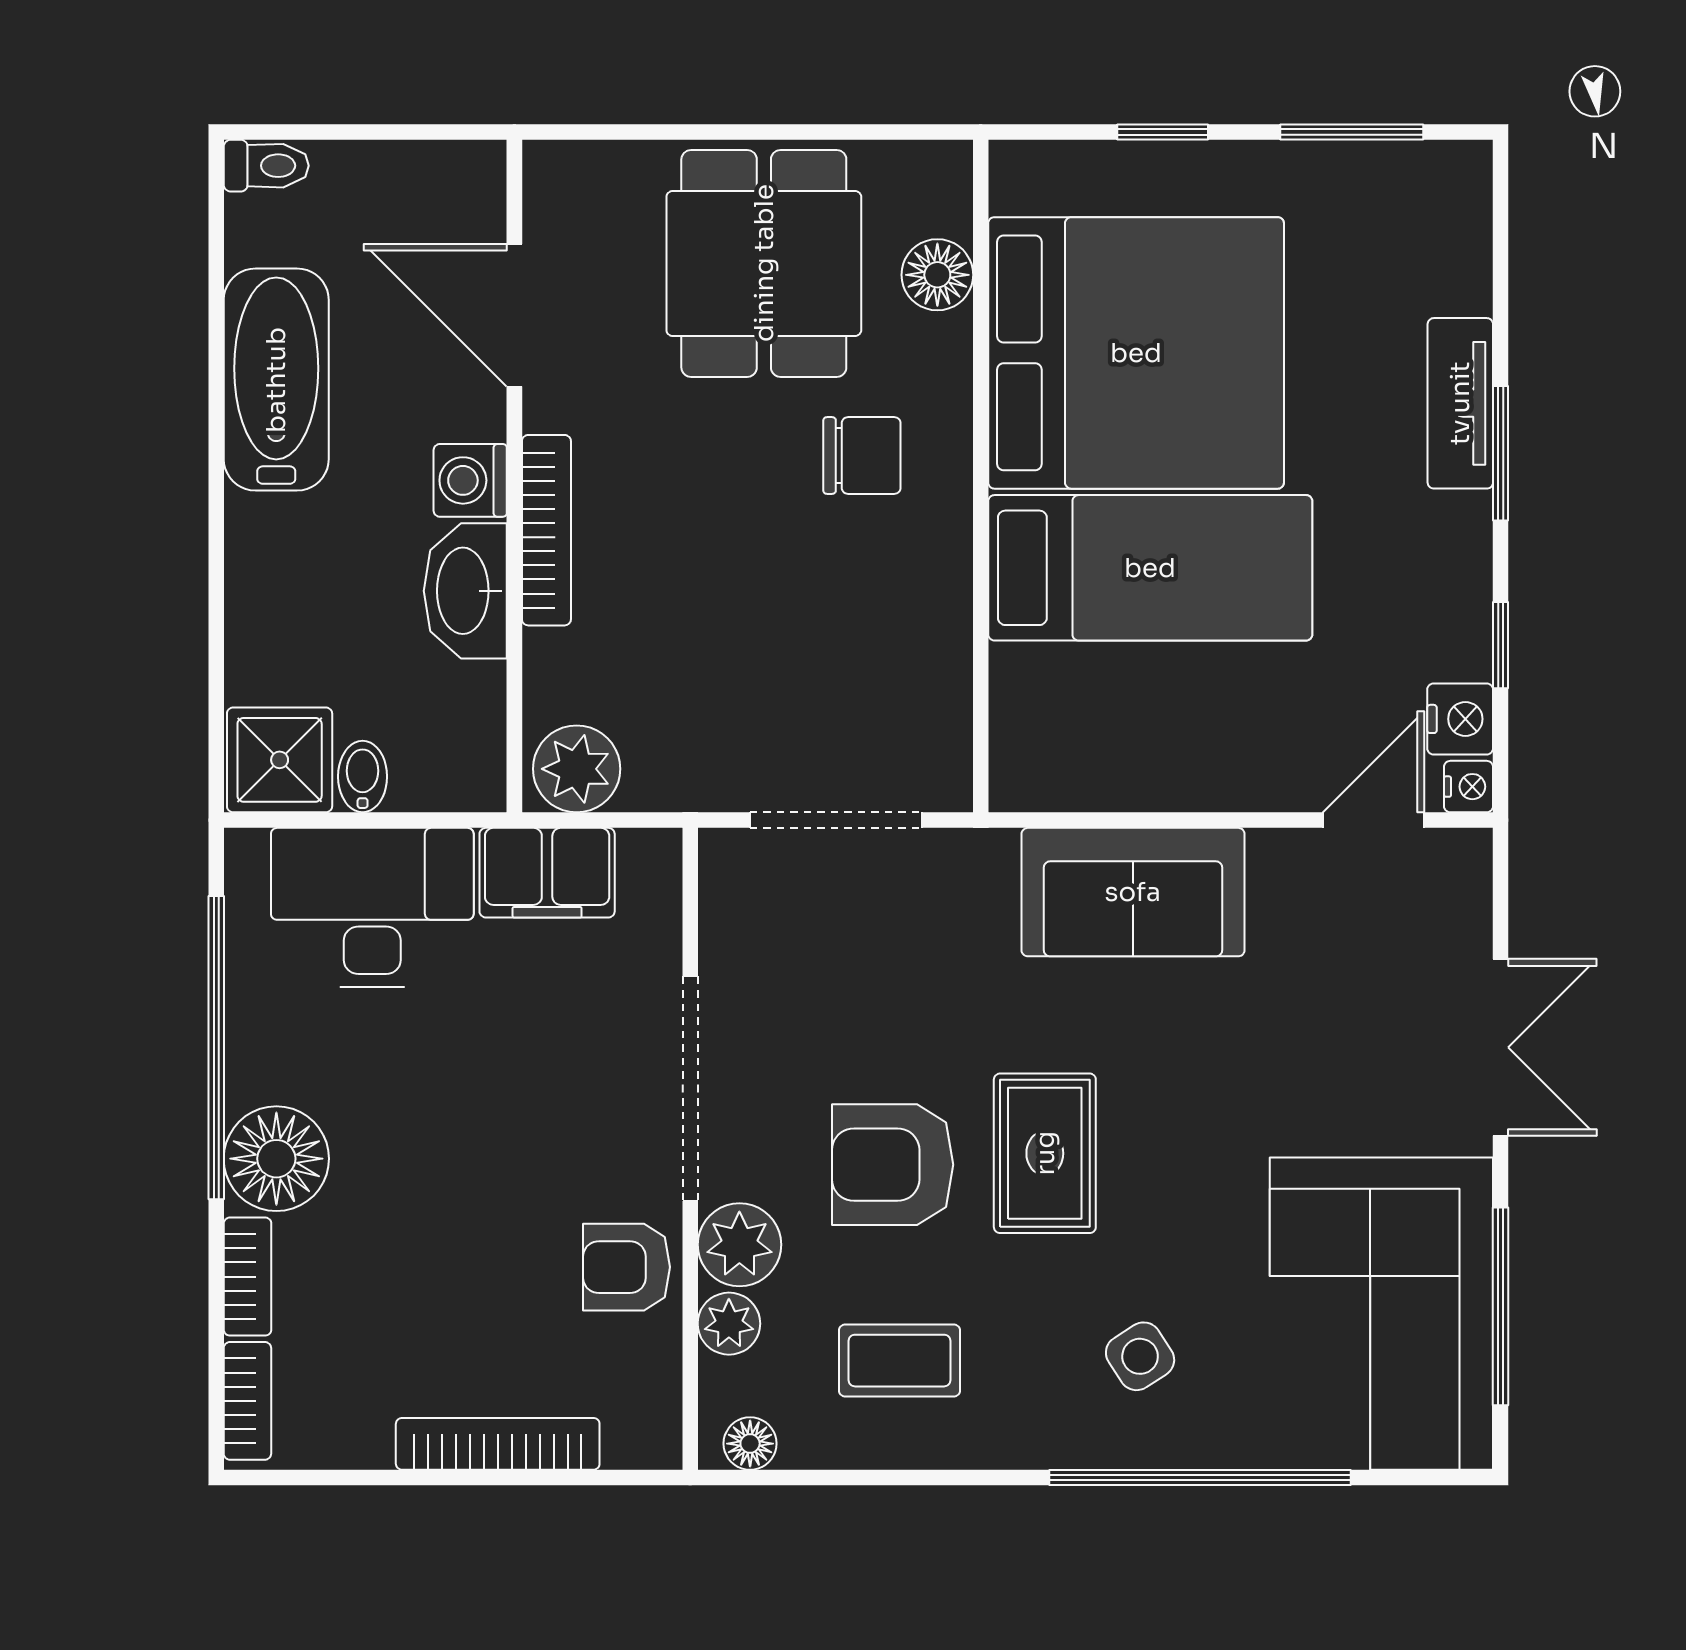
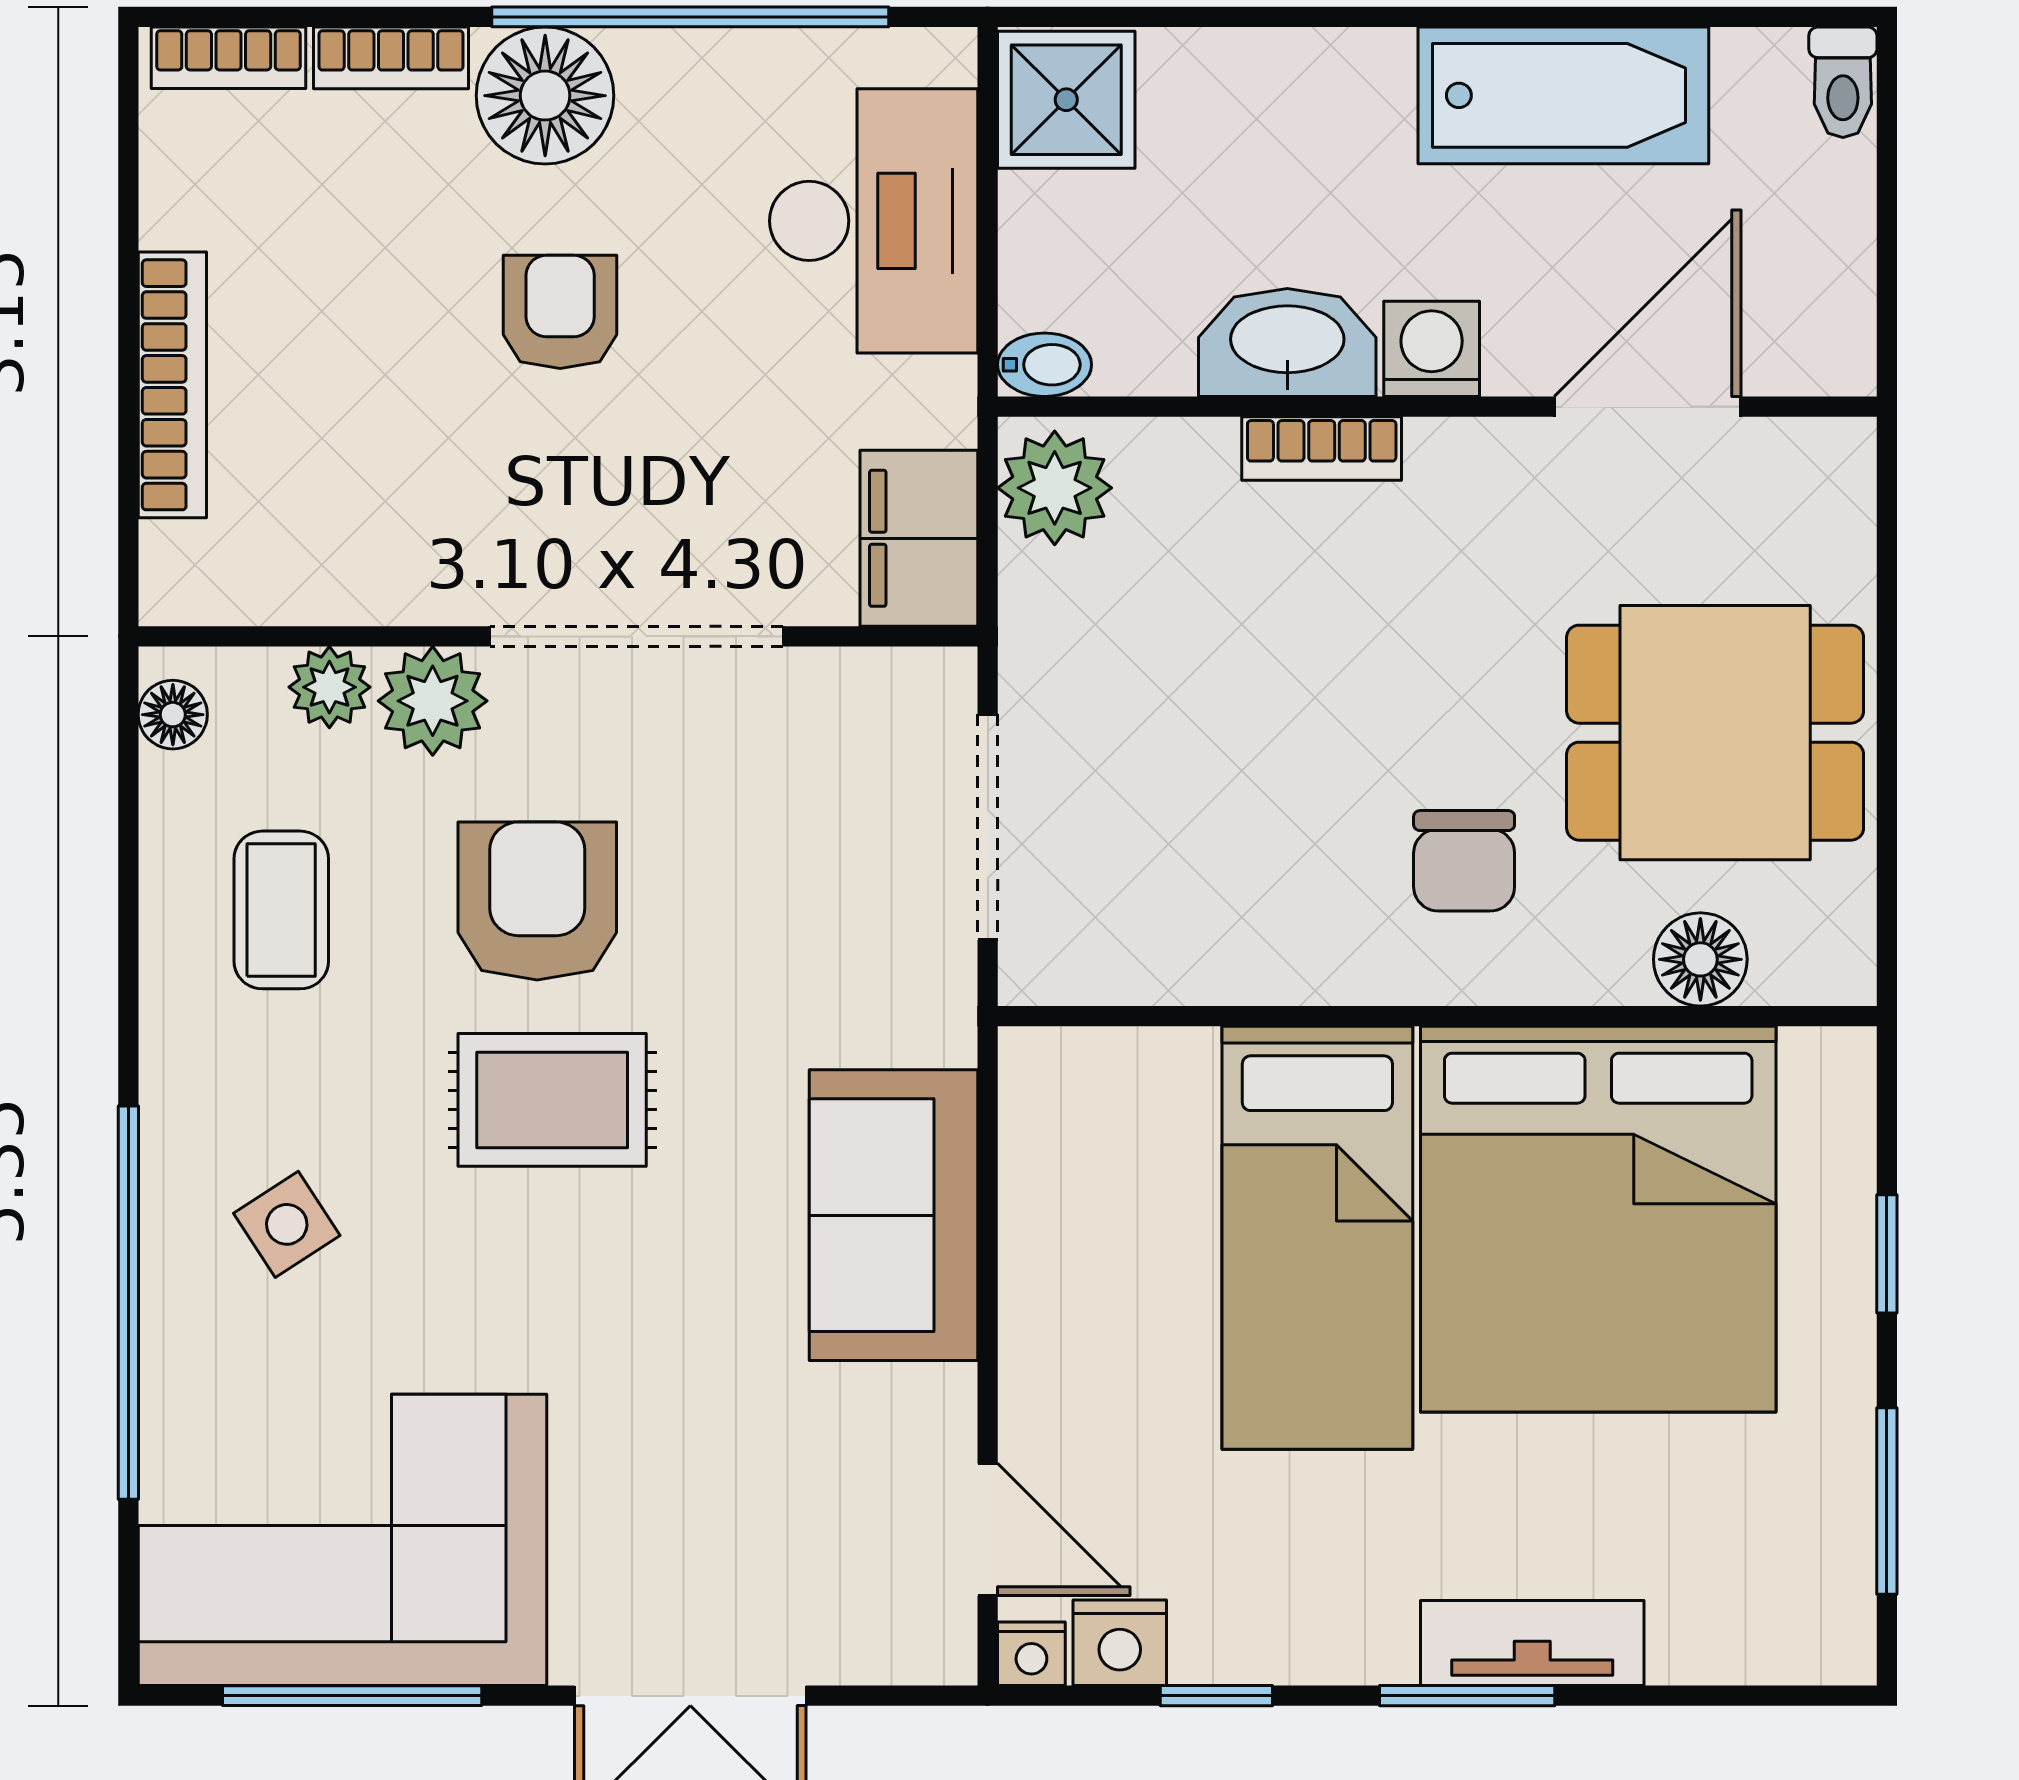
bookcase: (546, 530) -> (1322, 448), width x0.64
bidet: (363, 777) -> (1044, 365), moved
filing cabinet: (547, 873) -> (919, 538), moved
armchair: (627, 1267) -> (560, 312), moved

